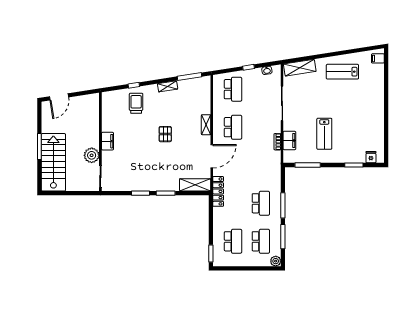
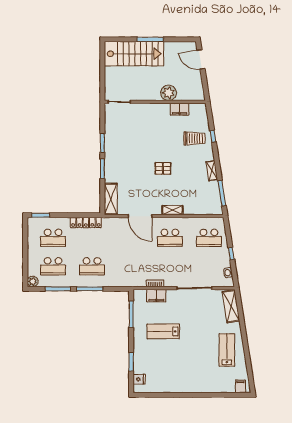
filing cabinet: (108, 141) -> (180, 109), moved
plant: (92, 155) -> (169, 93), moved
locker: (218, 191) -> (86, 223), moved

